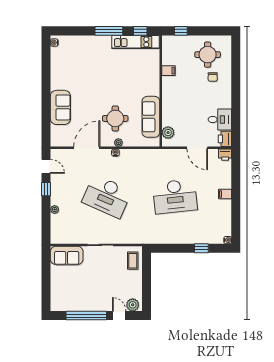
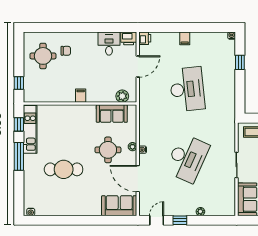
filing cabinet: (169, 71) -> (81, 96), moved
cafe table: (96, 75) -> (64, 169), added
sofa: (60, 107) -> (119, 206), moved
sofa: (151, 117) -> (112, 114), width x0.73

